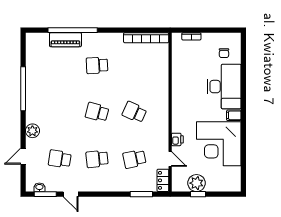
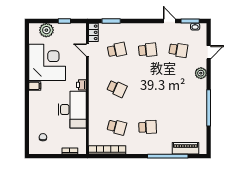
piano: (65, 40) -> (185, 148), moved
desk: (224, 87) -> (72, 110), moved, turned 180
school desk: (97, 112) -> (117, 127), moved
printer: (177, 139) -> (81, 85), moved
plant: (197, 183) -> (46, 30), moved

